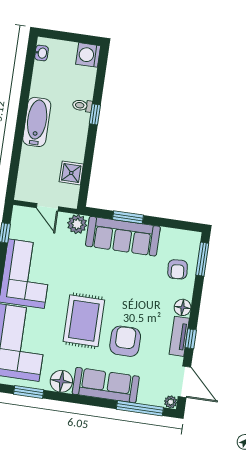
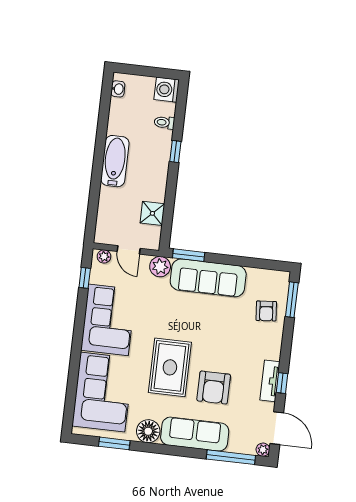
toilet: (82, 106) -> (164, 123), moved
plant: (24, 213) -> (104, 256), added
window: (128, 217) -> (189, 255), moved
floor lamp: (183, 307) -> (273, 351), removed
armchair: (125, 341) -> (214, 388), turned 180

